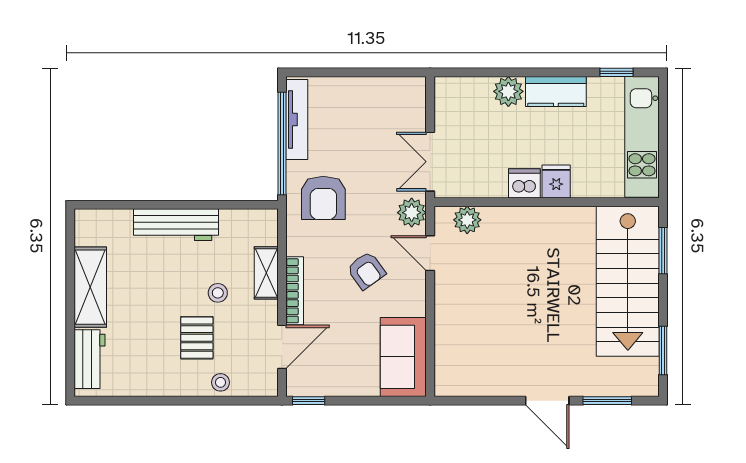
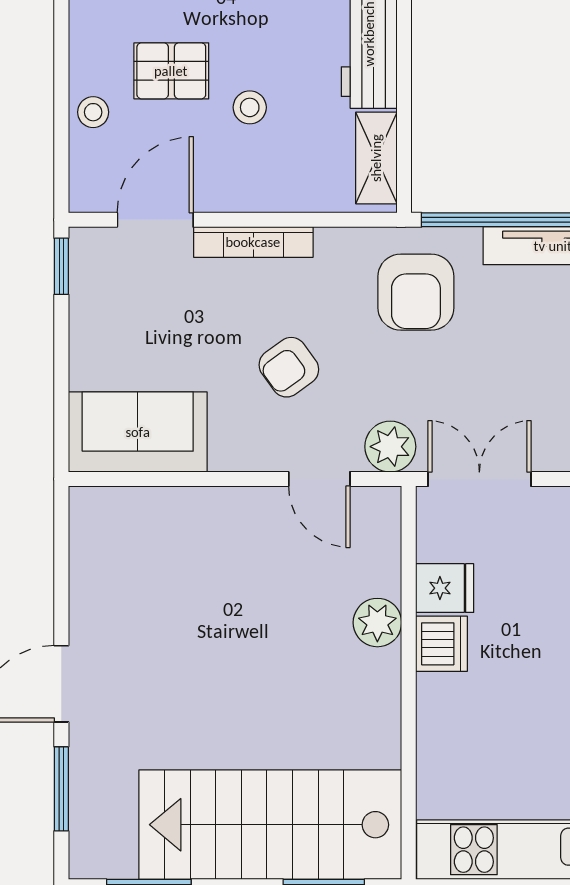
fridge: (556, 182) -> (445, 588), moved
armchair: (323, 198) -> (416, 292), turned -90
plant: (467, 220) -> (377, 623), moved
door: (430, 253) -> (319, 479), swing flipped
shelving: (266, 273) -> (376, 158), moved, turned 90
door: (282, 347) -> (155, 220), swing flipped

